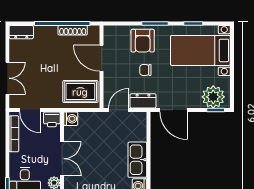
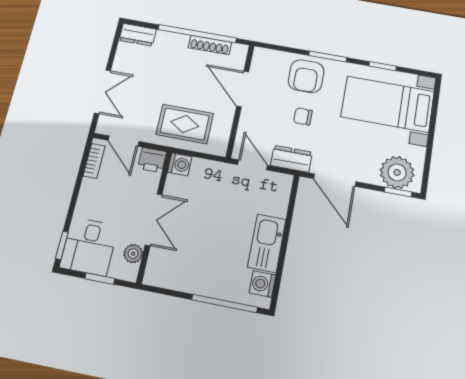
rug: (80, 92) -> (185, 124), moved
door: (118, 110) -> (253, 165), hinge flipped
bookcase: (14, 134) -> (94, 161), width x0.64

